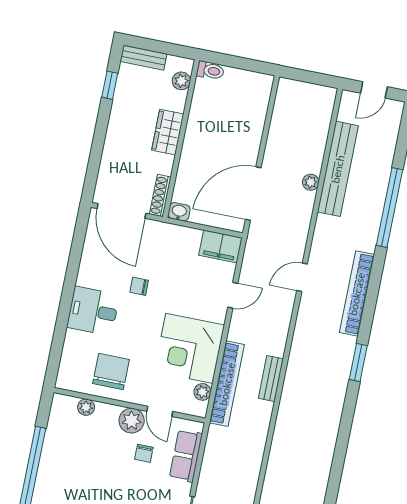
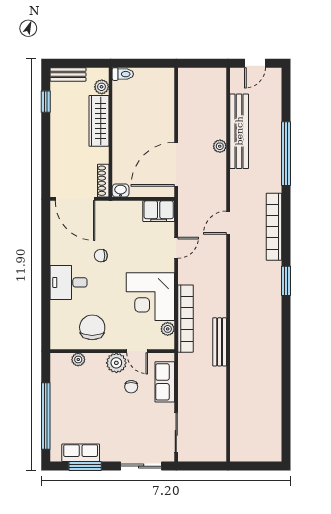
wardrobe: (168, 132) -> (99, 121), width x1.50
bench: (271, 379) -> (220, 342), moved, width x1.36

